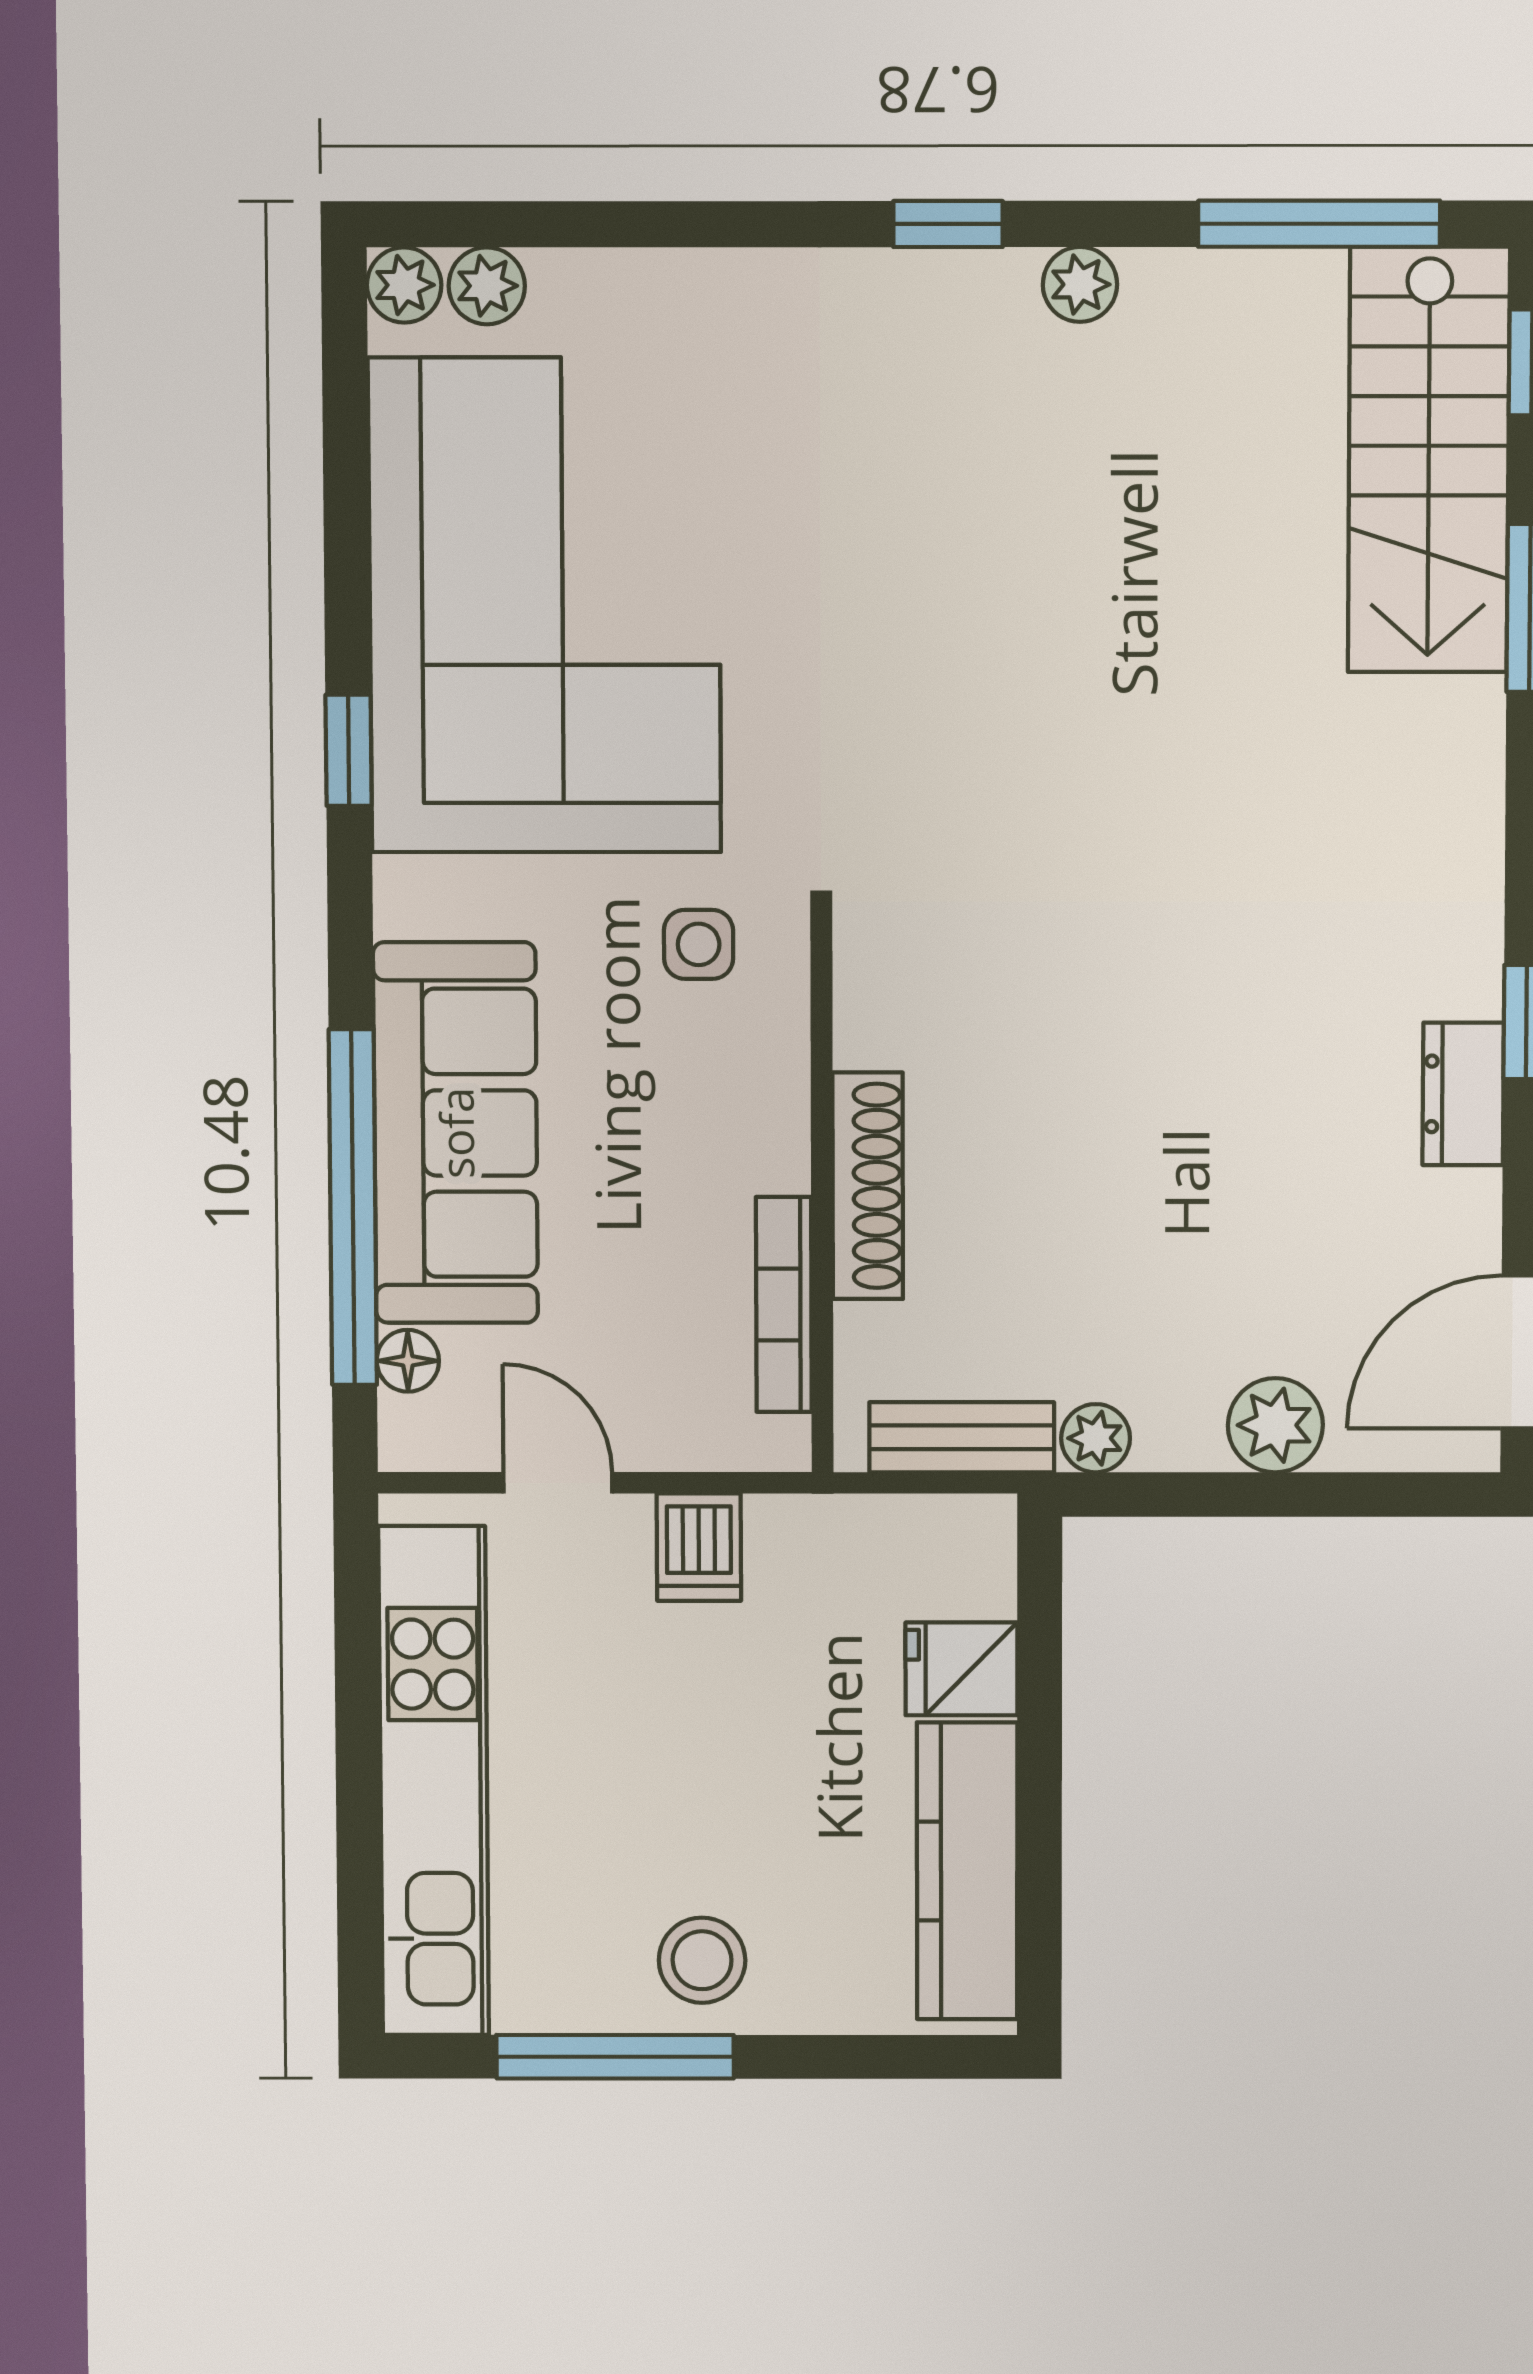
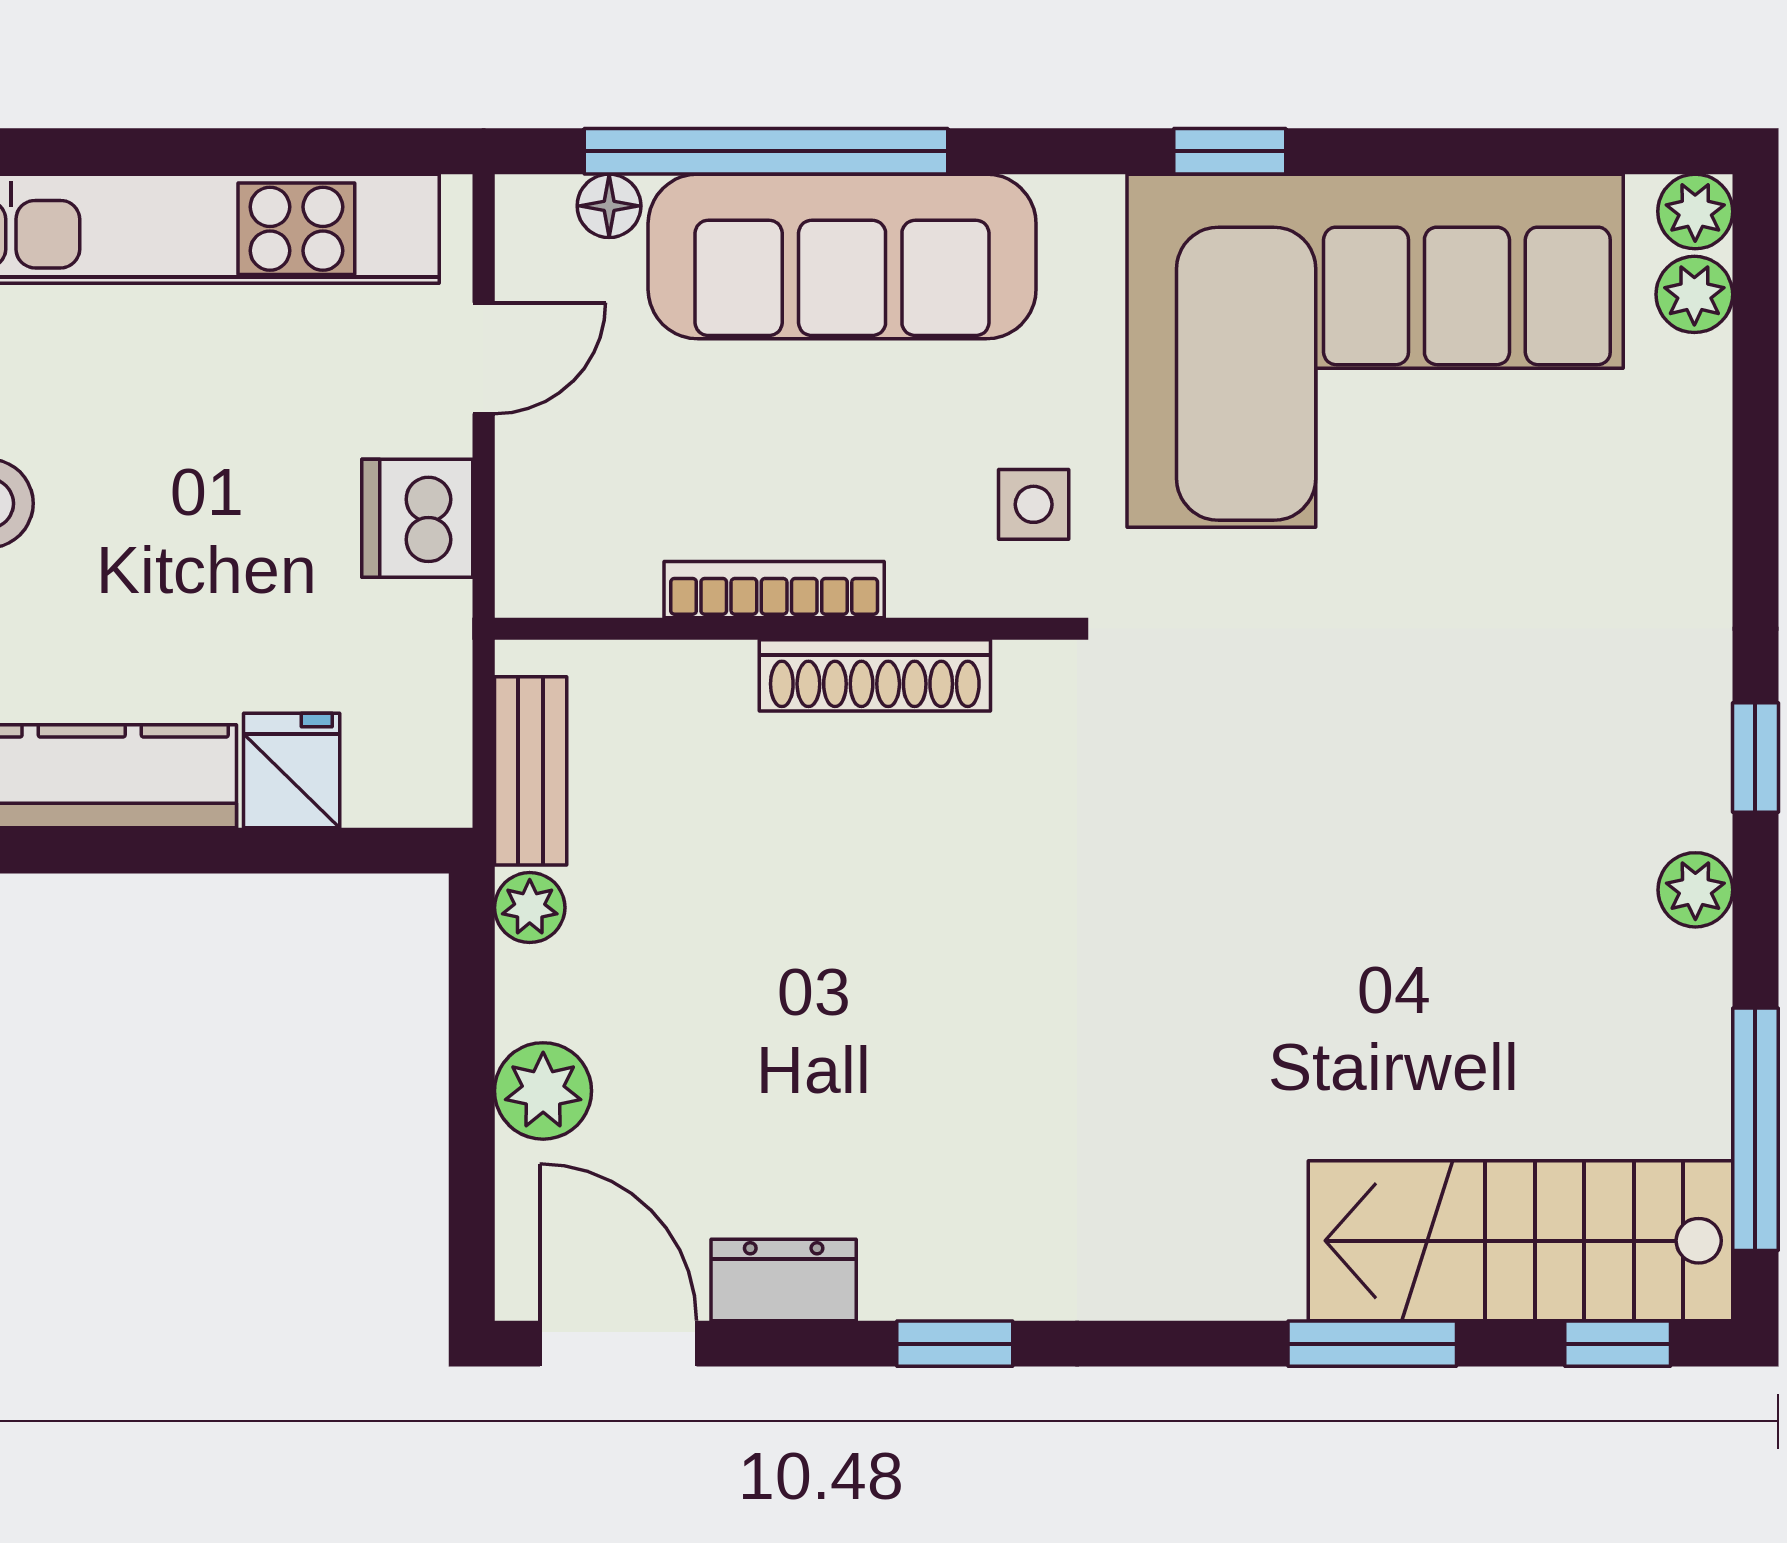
dresser: (1463, 1094) -> (784, 1280), moved
shoe rack: (868, 1186) -> (875, 675), moved
bookcase: (784, 1305) -> (774, 590), moved
dishwasher: (699, 1547) -> (417, 518), width x1.38

